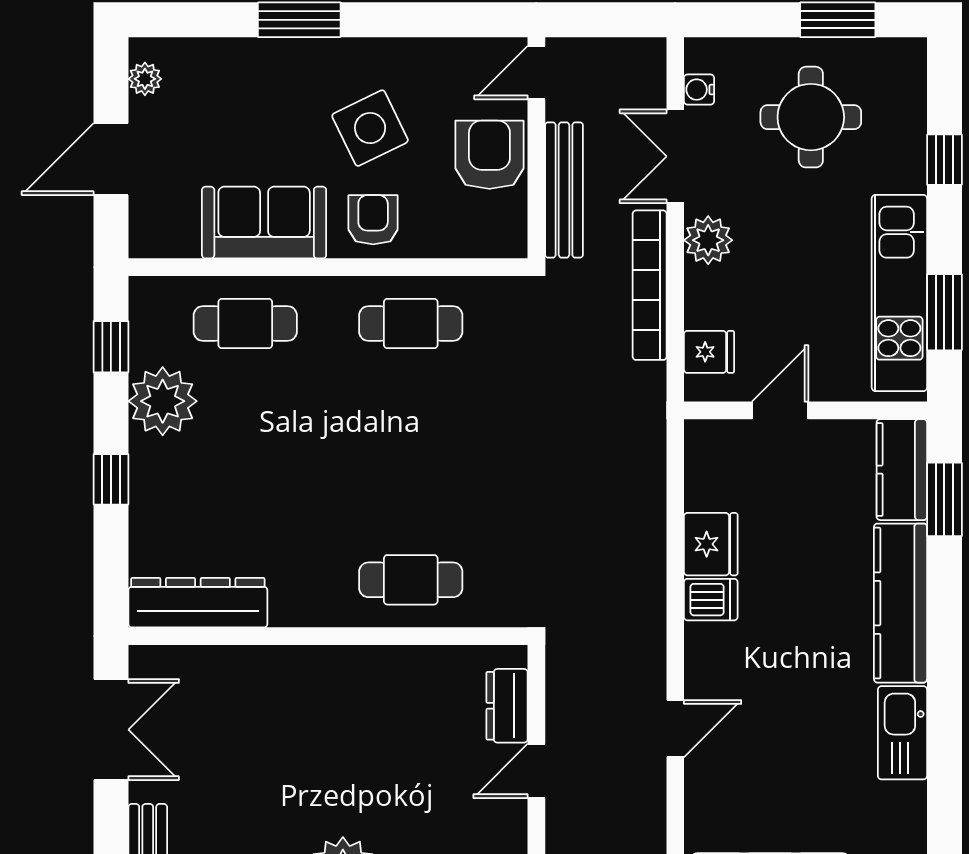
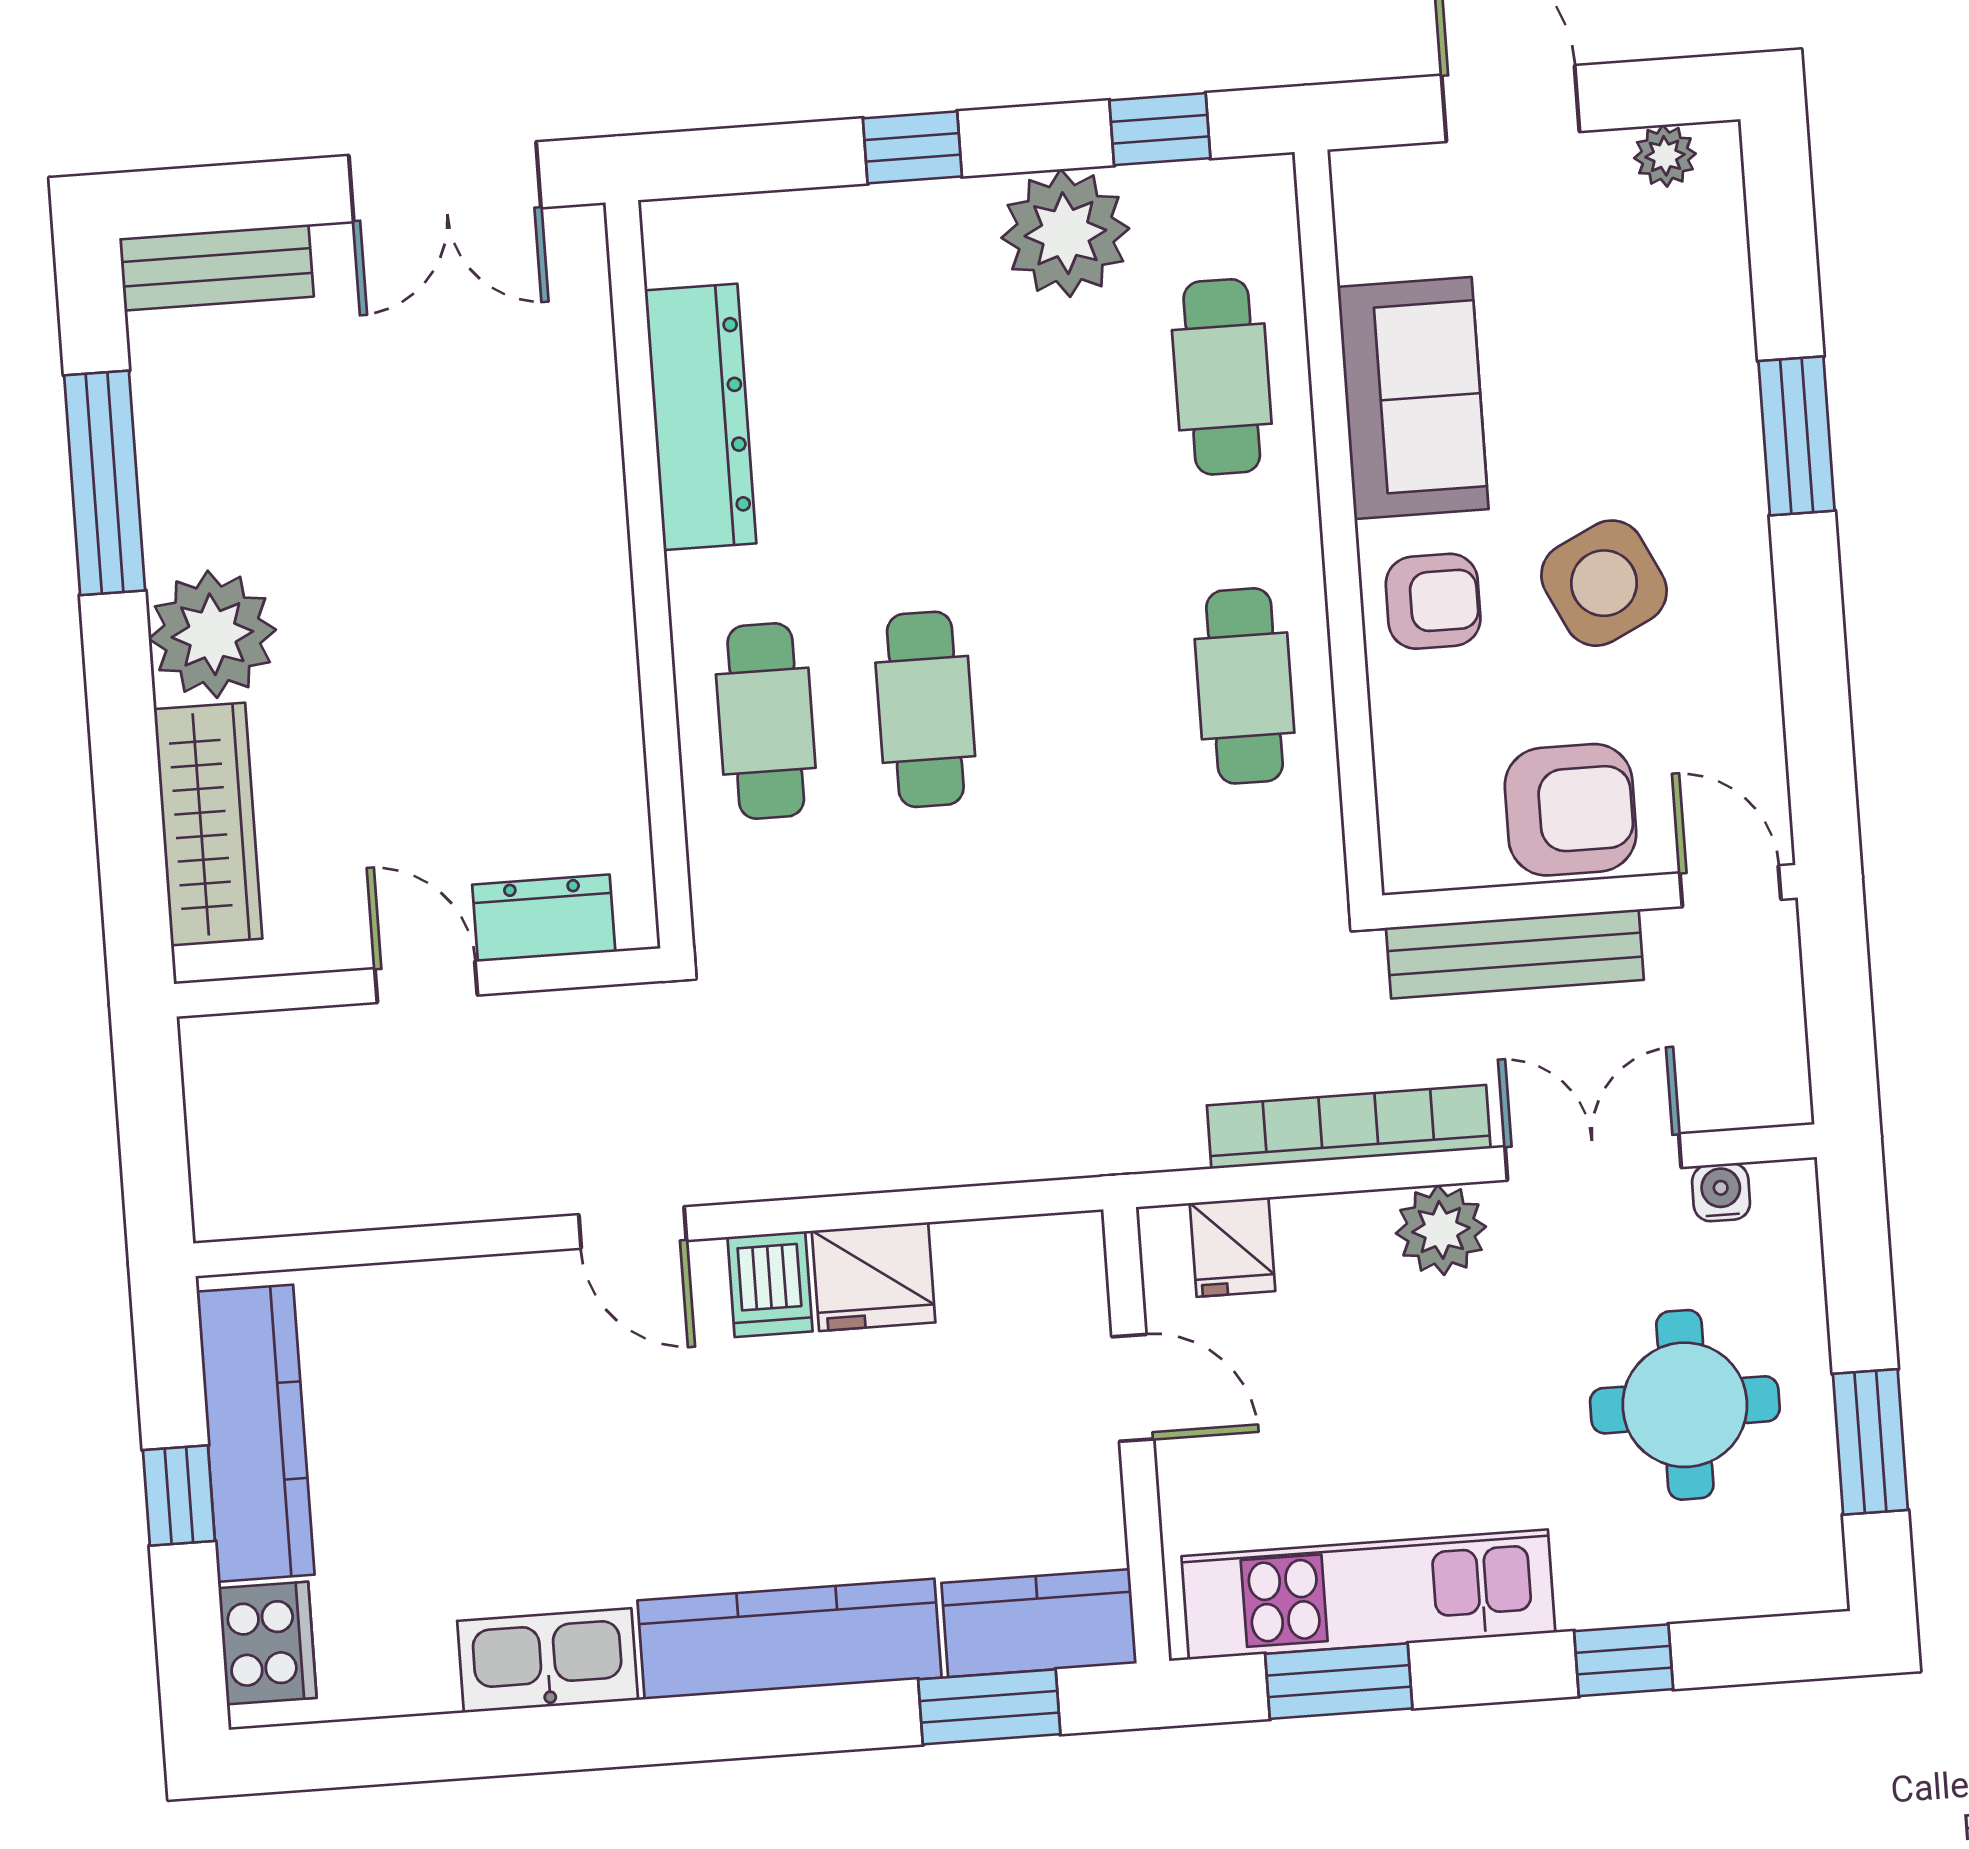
cafe table: (411, 494) -> (925, 709), added
dresser: (198, 603) -> (701, 417), moved
door: (675, 729) -> (633, 1228), moved

